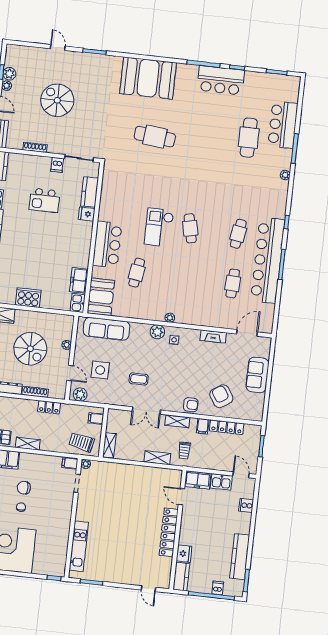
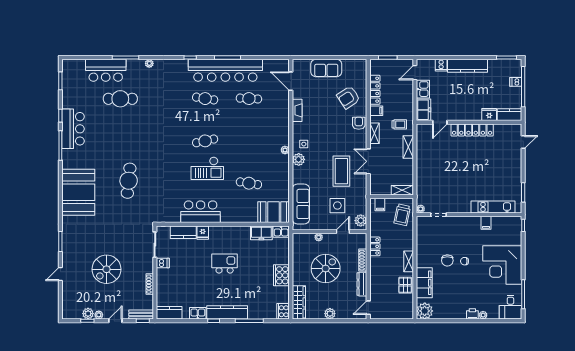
kitchen island: (44, 200) -> (225, 264), moved, turned -90
bar counter: (107, 244) -> (201, 212), moved
coffee table: (139, 379) -> (341, 171), width x1.86, depth x1.72
double door: (146, 411) -> (368, 161), swing flipped
filing cabinet: (70, 463) -> (486, 223), moved
kitchen counter: (240, 557) -> (467, 66), moved

